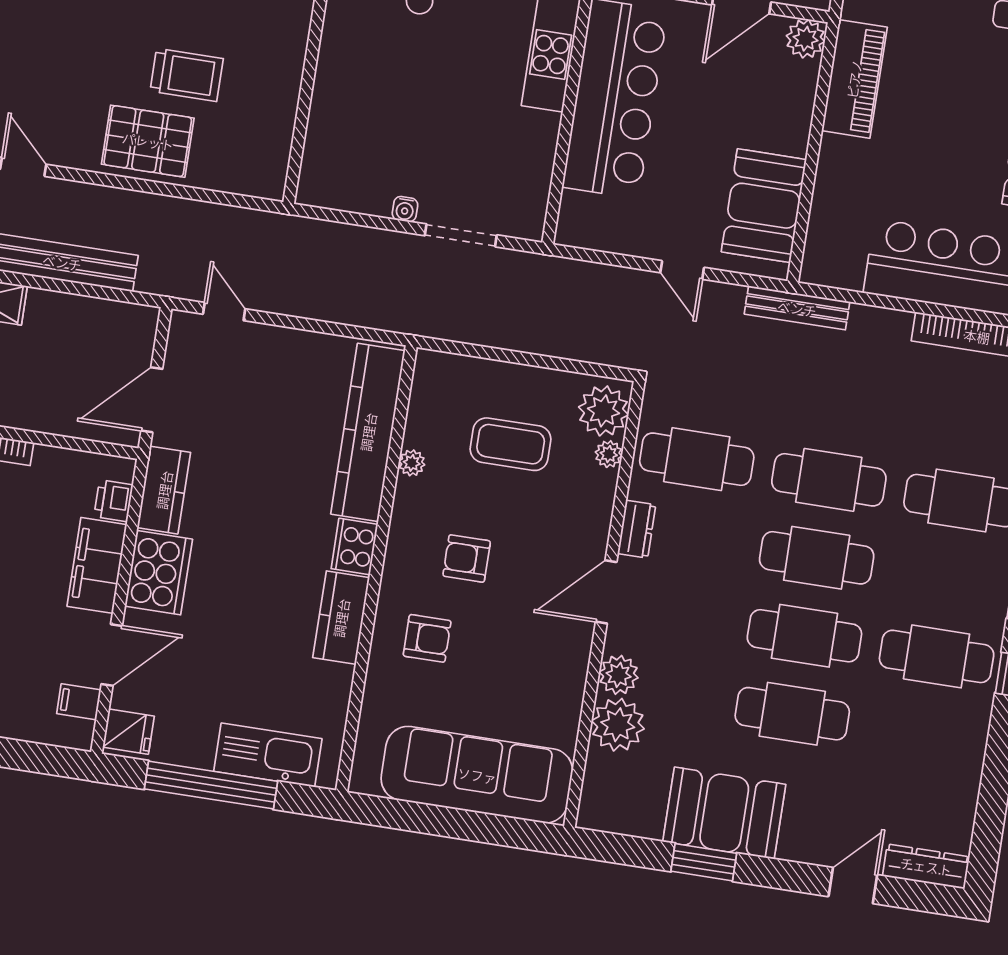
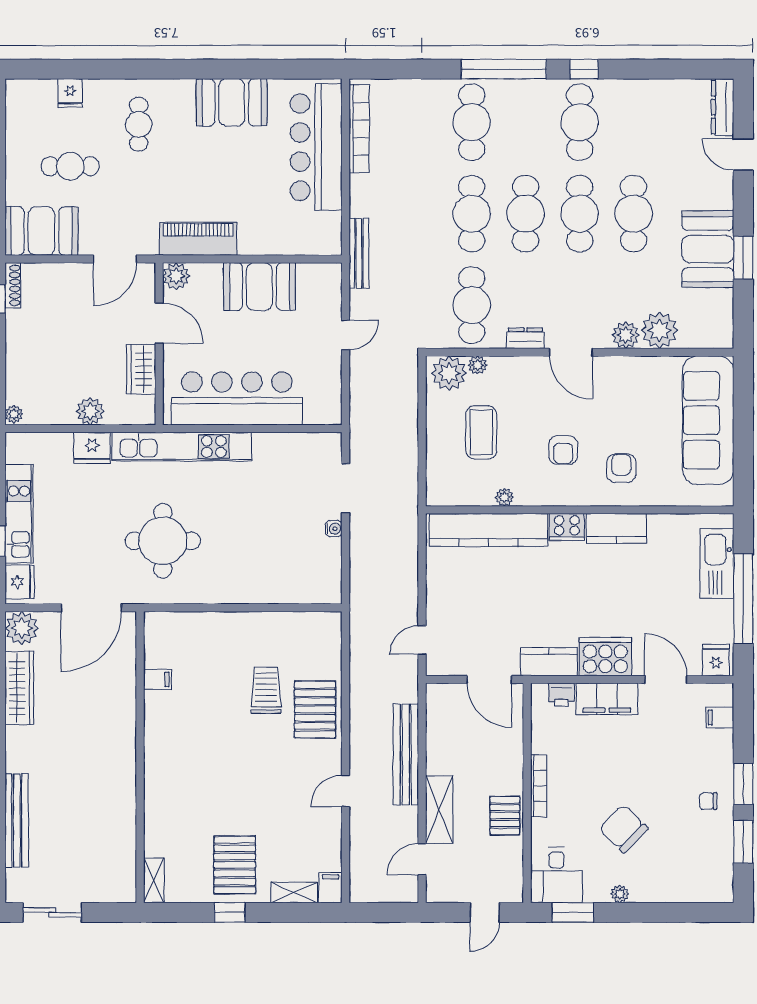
booth: (764, 206) -> (259, 287), moved
filing cabinet: (79, 702) -> (720, 717), moved, turned 90

